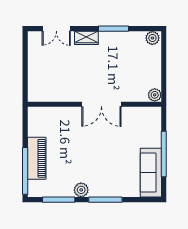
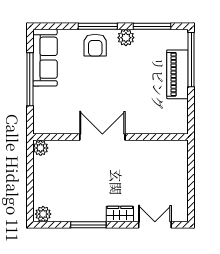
armchair: (108, 183) -> (95, 45), added

